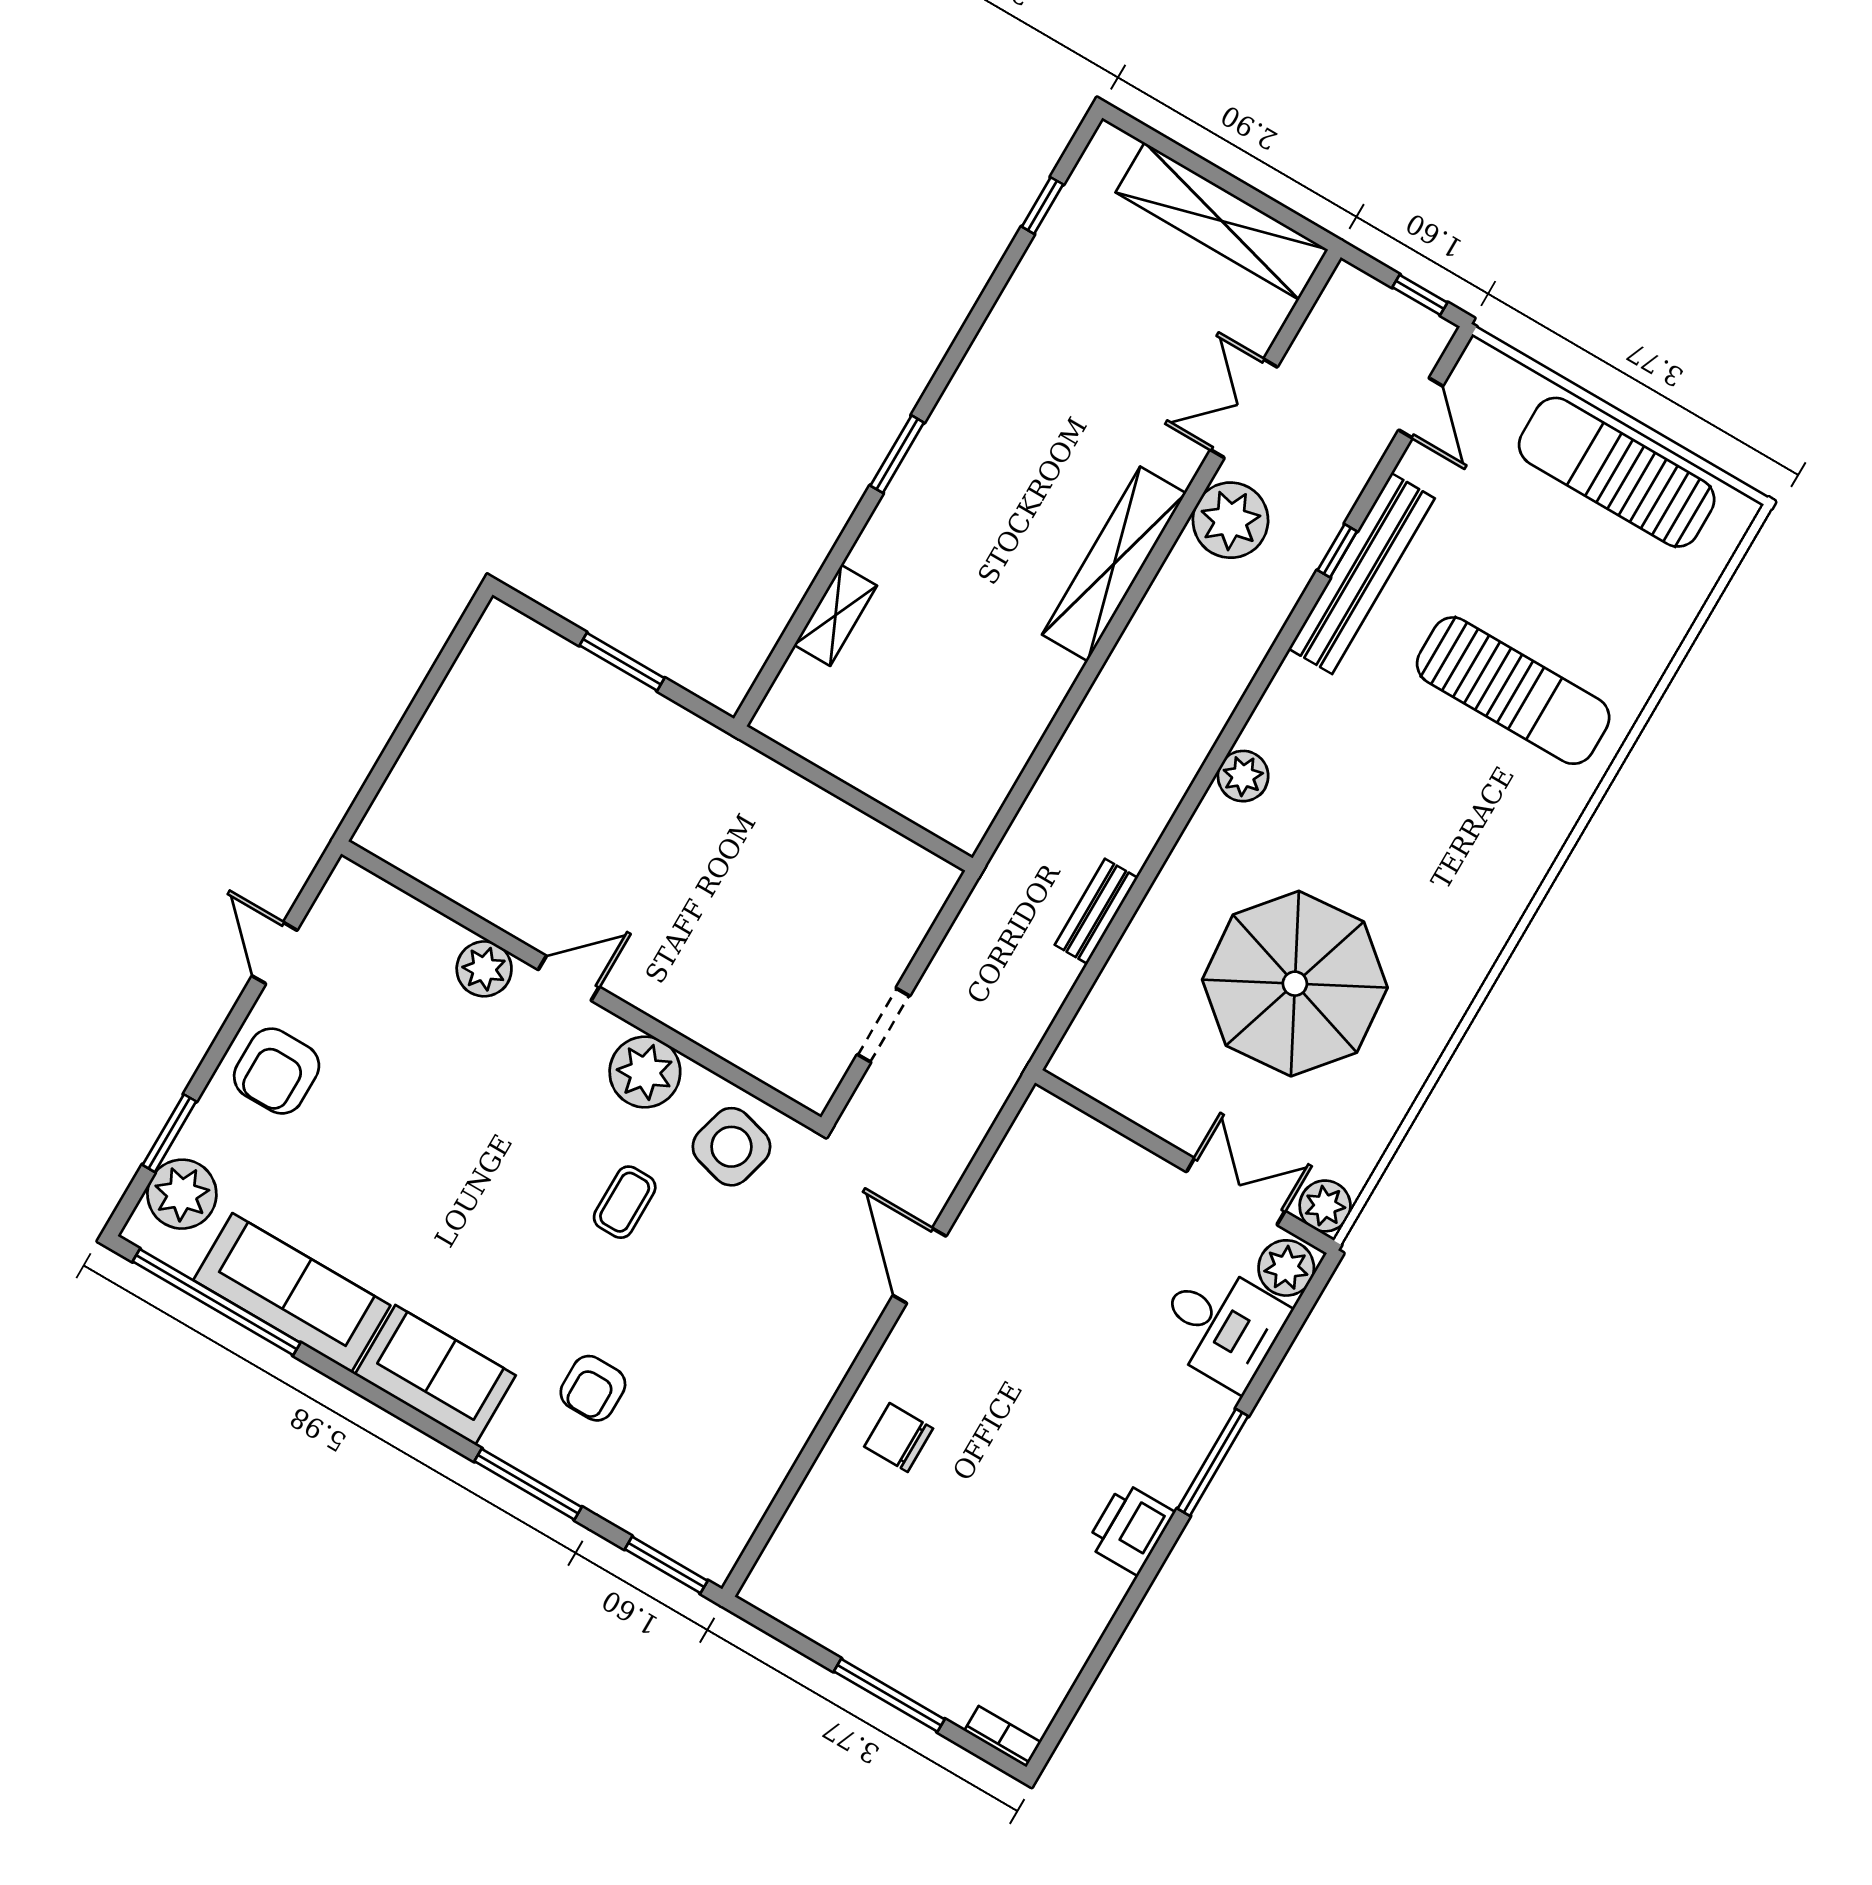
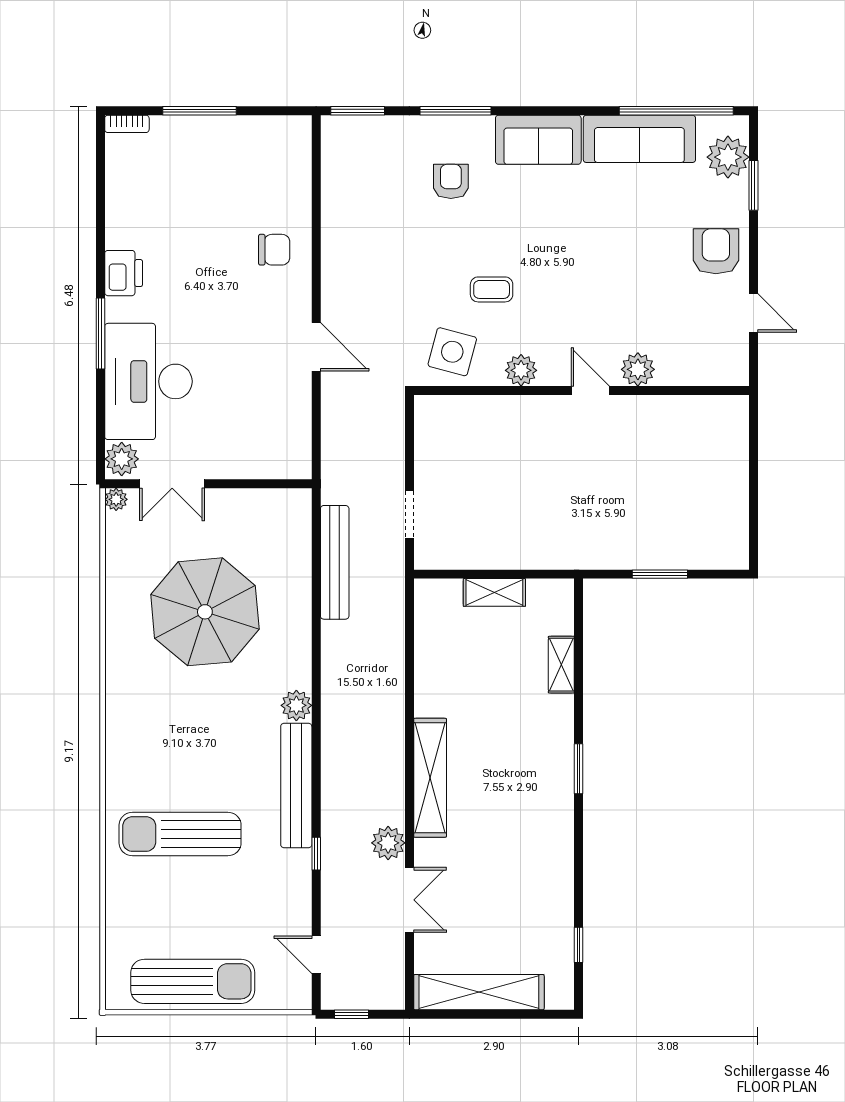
plant: (1230, 520) -> (388, 843), width x0.73, depth x0.73
bench: (1362, 573) -> (296, 786), moved
shelving: (870, 772) -> (494, 592), added
bench: (1096, 911) -> (335, 562), width x1.86, depth x1.21
door: (569, 978) -> (590, 390), swing flipped
doorway: (883, 1025) -> (409, 514), moved
plant: (645, 1072) -> (521, 370), width x0.73, depth x0.73
coffee table: (625, 1202) -> (492, 289), turned 90
plant: (1325, 1206) -> (116, 499), width x0.73, depth x0.73
desk: (1221, 1325) -> (148, 381), width x1.87, depth x1.30

